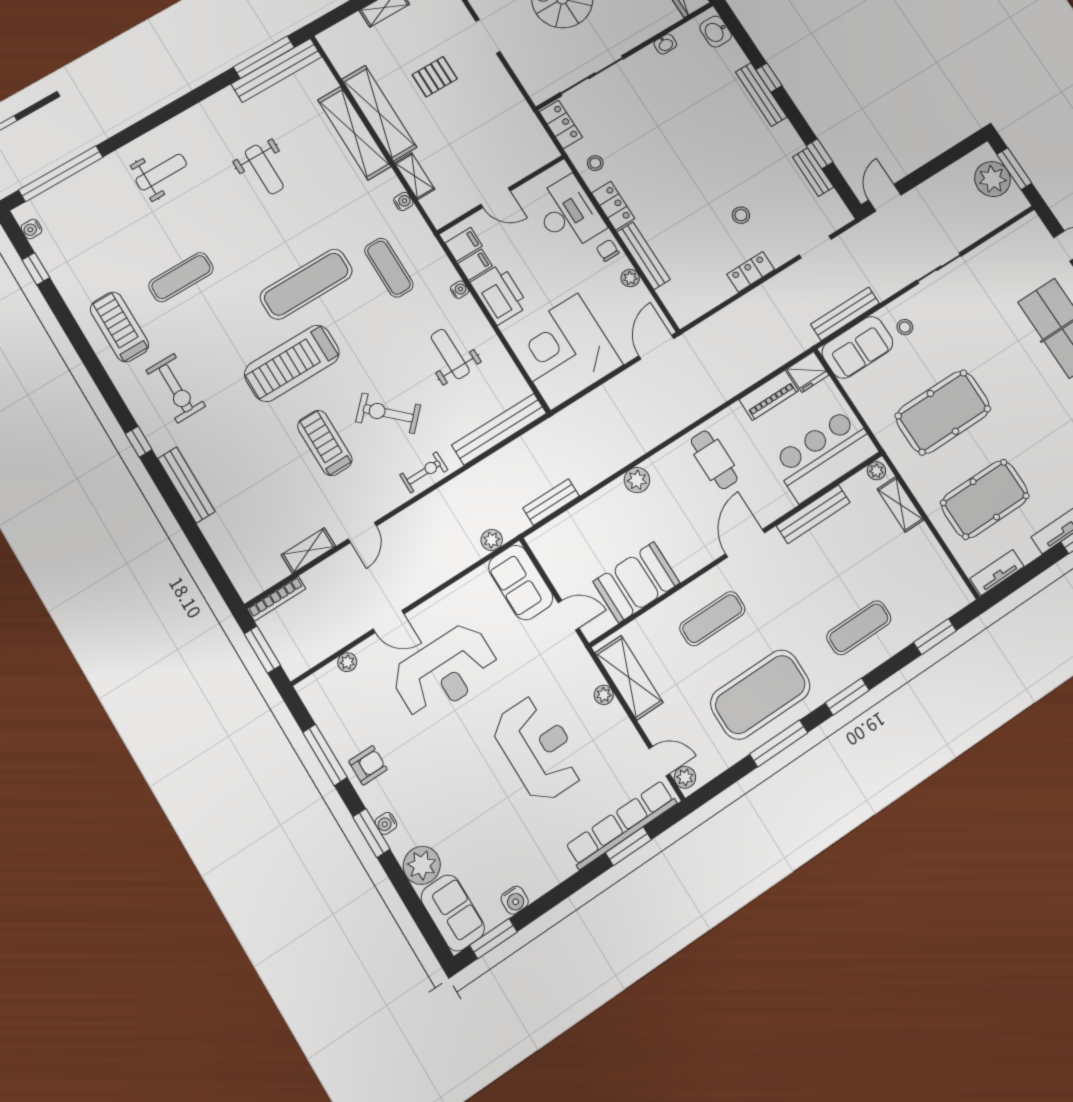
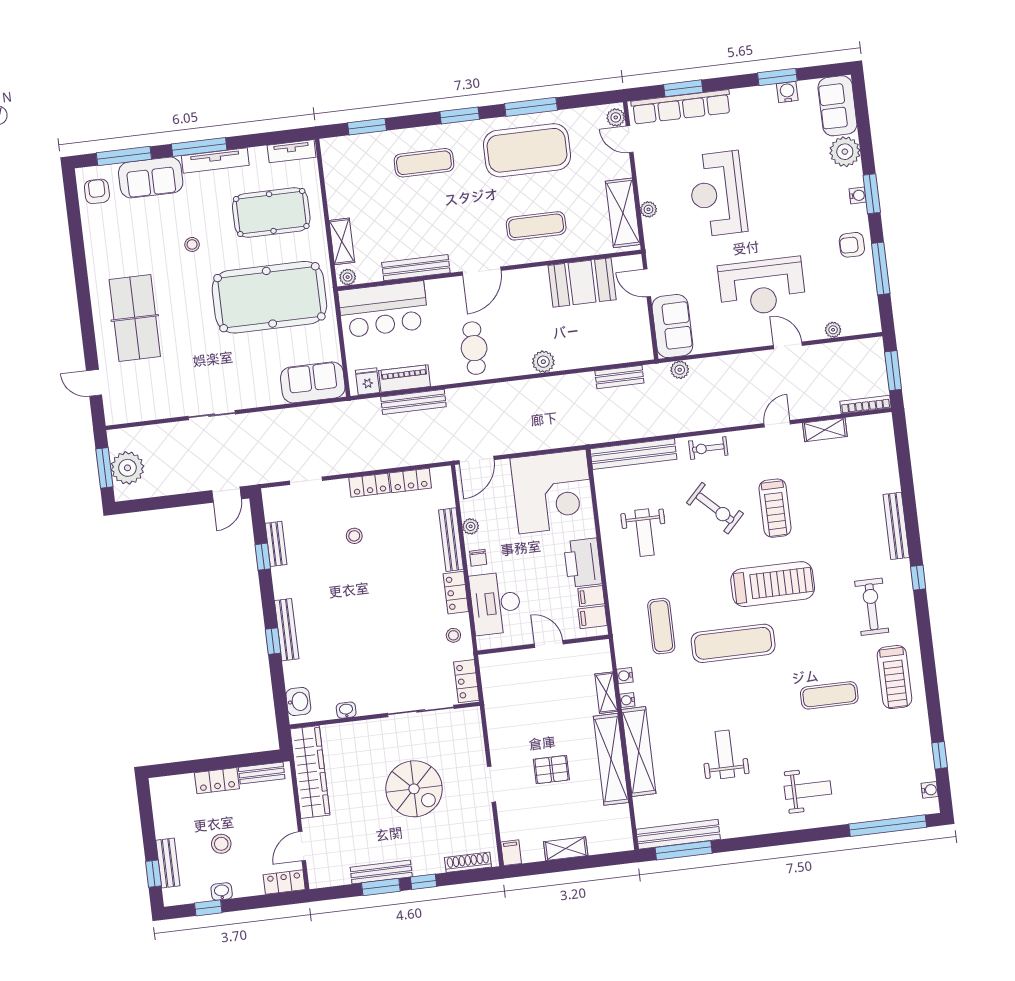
weight bench: (161, 172) -> (808, 790), turned 180
water cooler: (459, 290) -> (627, 700), moved
locker: (713, 296) -> (410, 480), added
bench: (845, 314) -> (413, 402), moved
stool: (905, 327) -> (192, 244), moved
fridge: (808, 372) -> (367, 381), width x0.72
pool table: (943, 412) -> (269, 297), width x1.36, depth x1.32
reception desk: (445, 671) -> (762, 287), turned 180
window: (493, 939) -> (777, 77), moved

